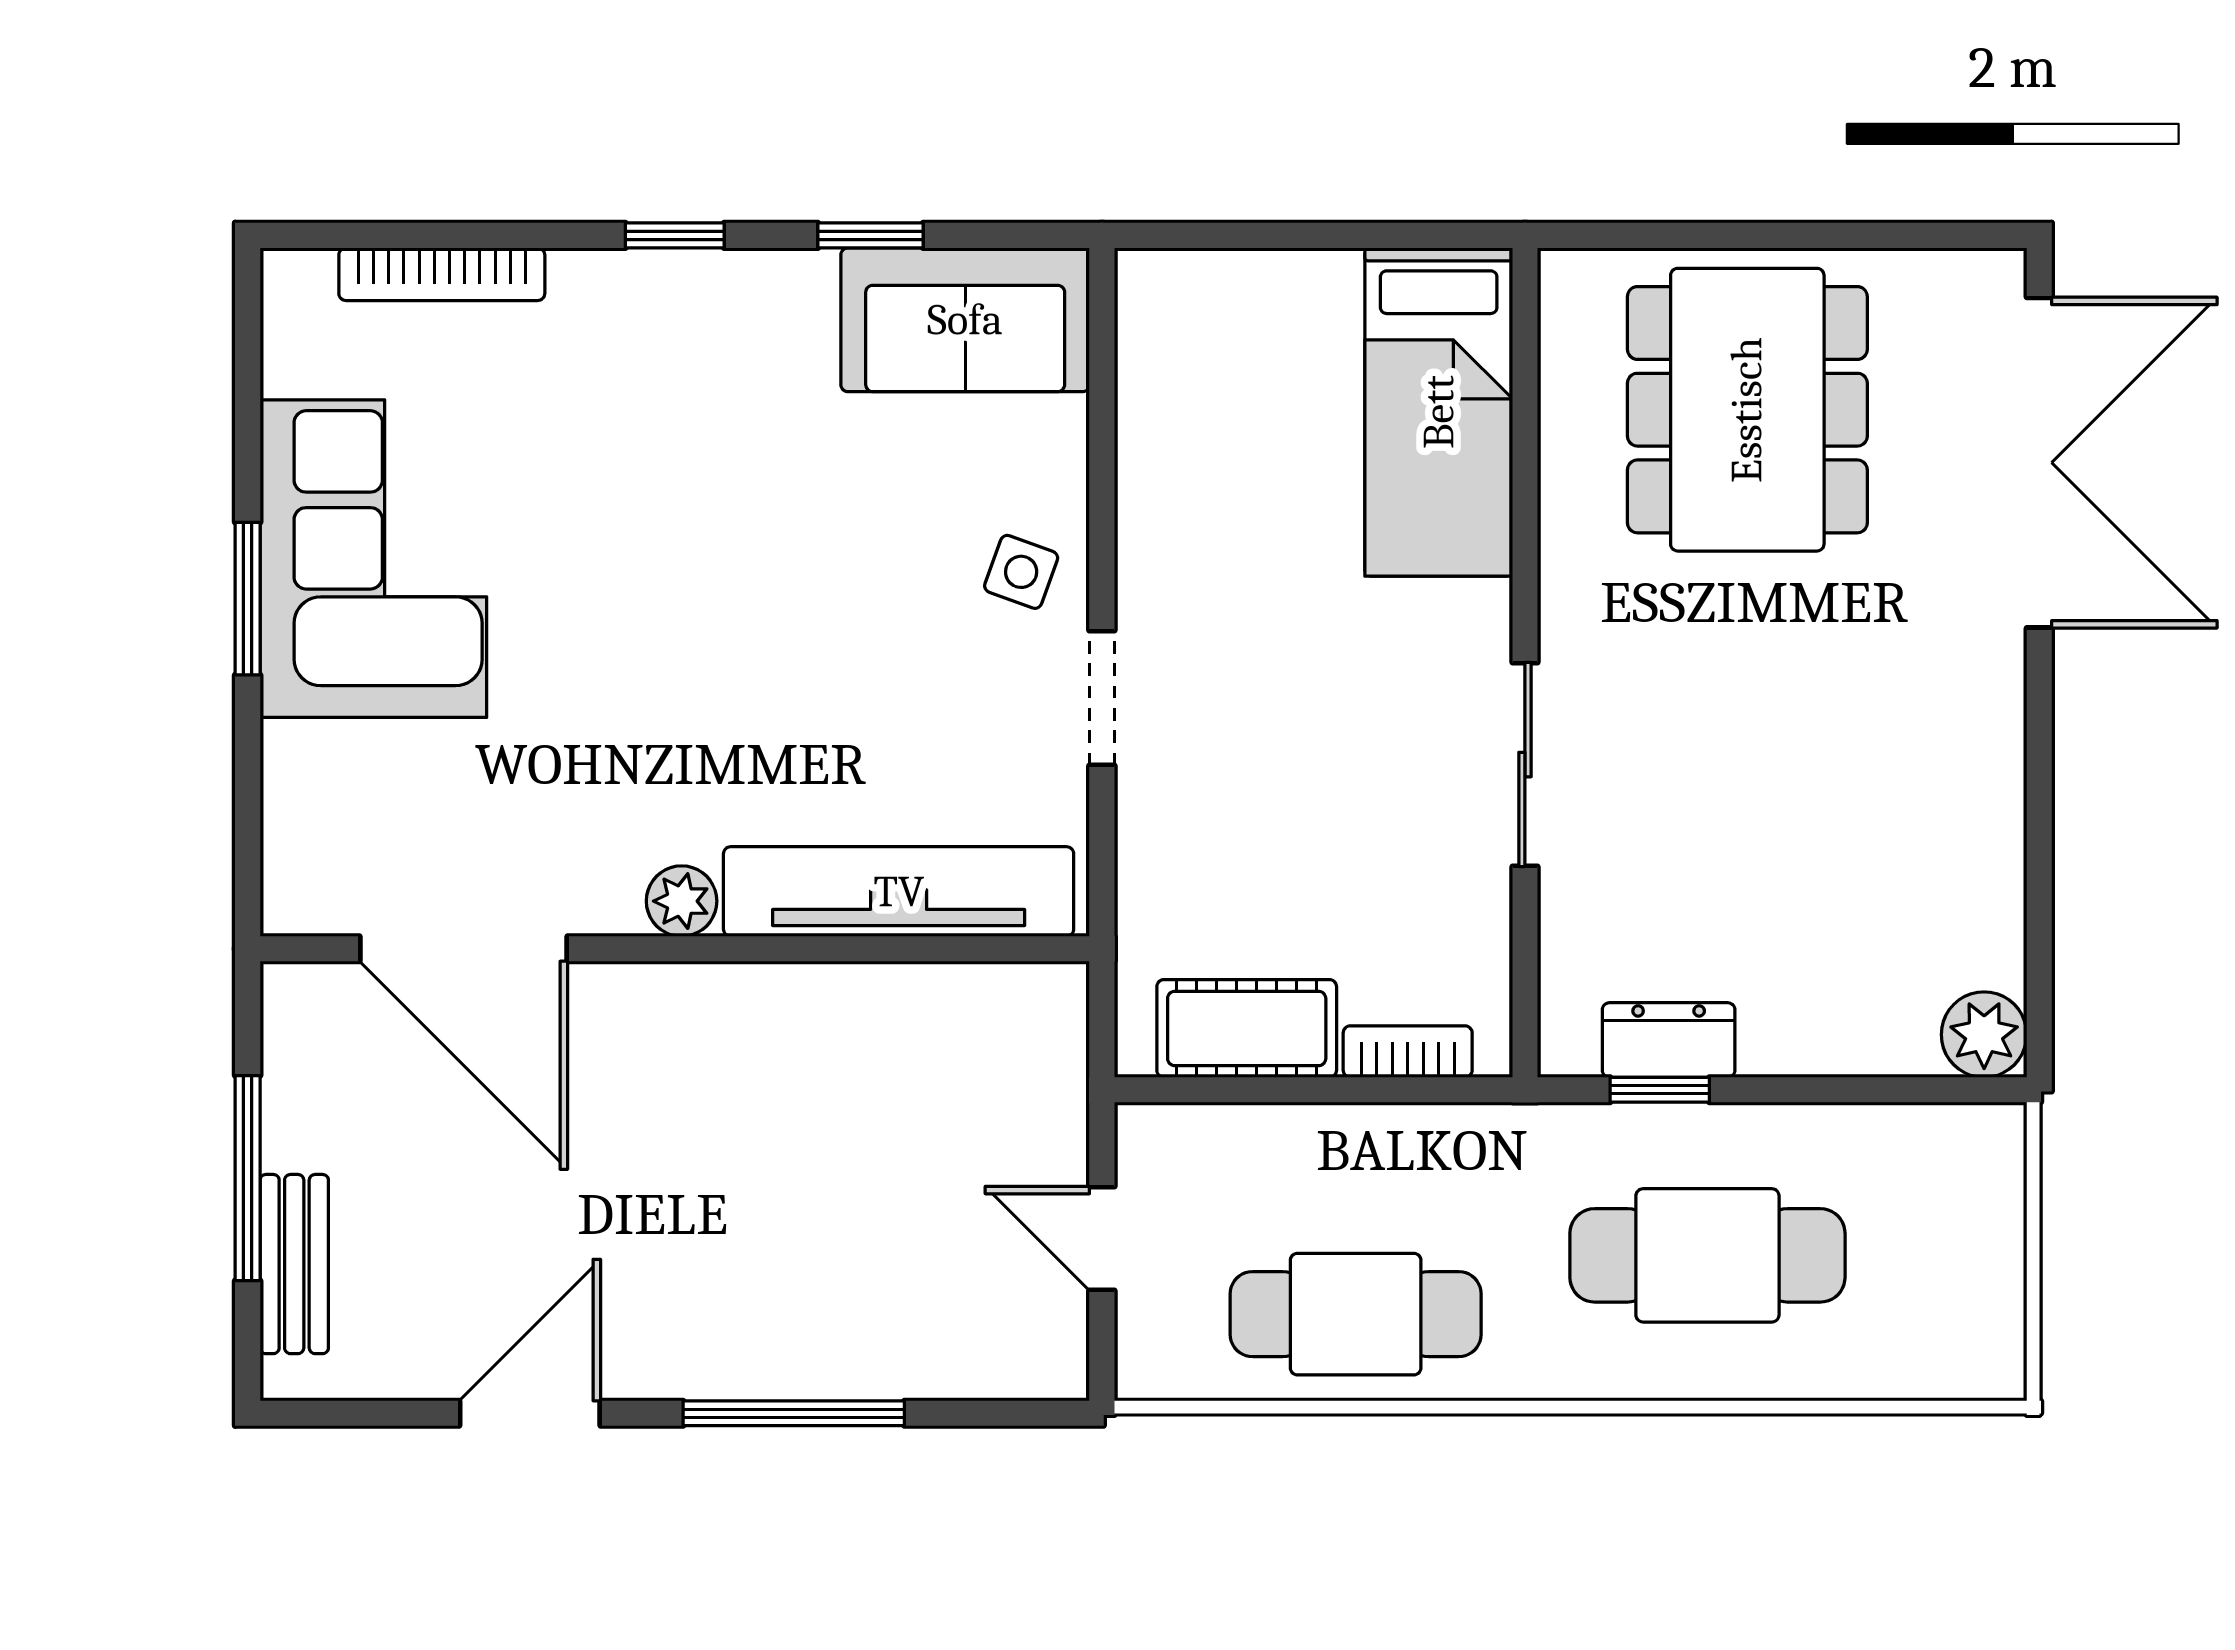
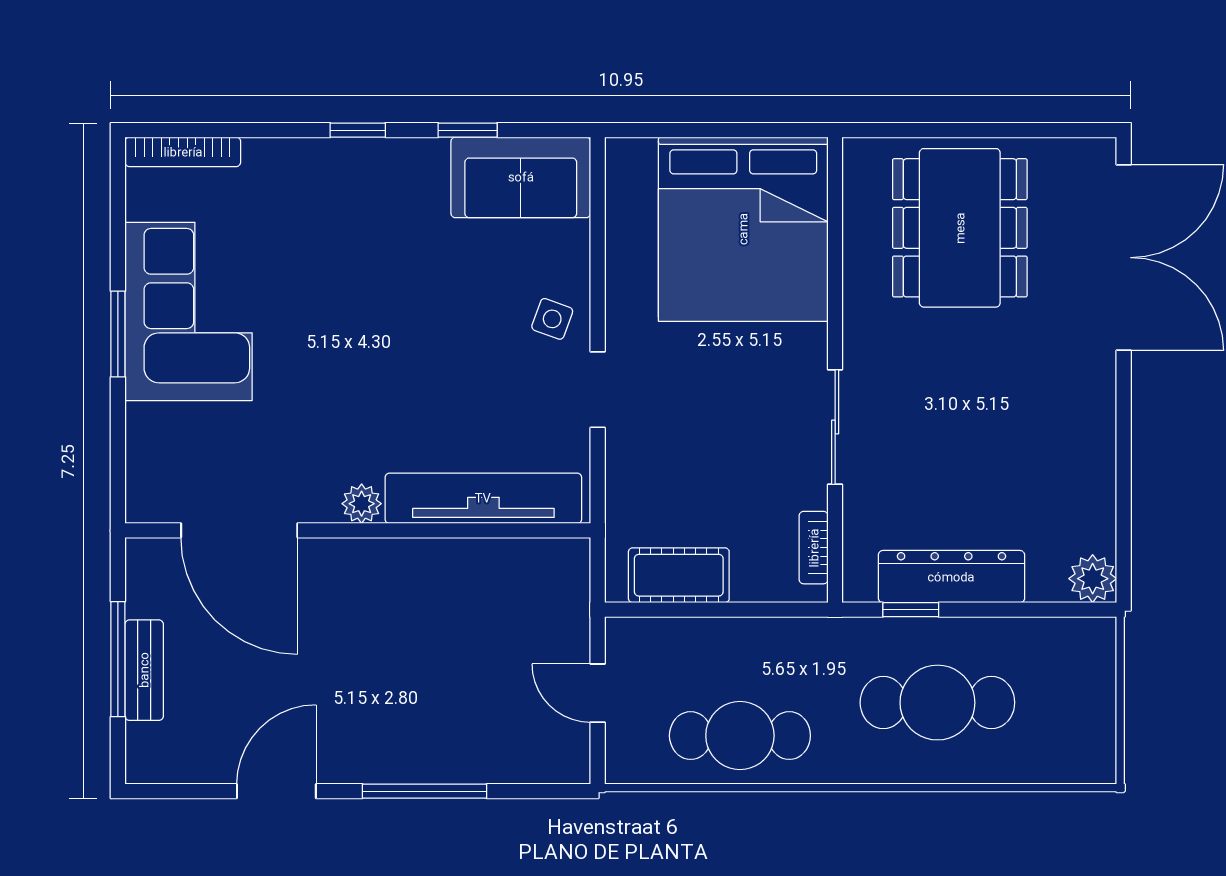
bookcase: (442, 274) -> (183, 152), moved
bed: (1439, 412) -> (743, 229), width x2.04
dresser: (1669, 1040) -> (951, 577), width x1.96, depth x1.24
bookcase: (1408, 1052) -> (814, 548), moved, turned -90
bench: (294, 1264) -> (144, 670), moved

